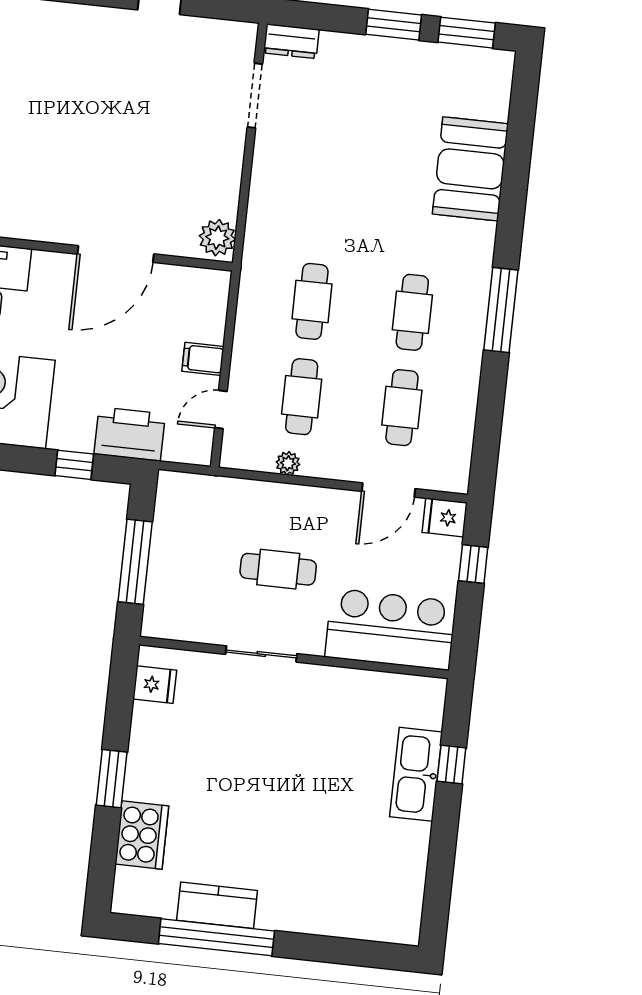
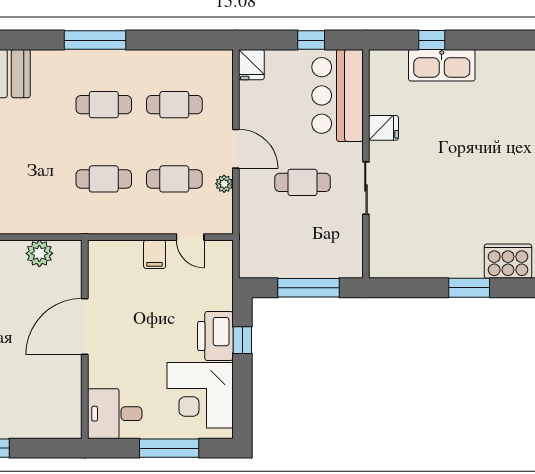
plant: (217, 238) -> (39, 253), moved
door: (116, 254) -> (85, 327), swing flipped
printer: (130, 434) -> (215, 336), moved
door: (388, 490) -> (236, 149), moved
window: (473, 564) -> (311, 40), moved
cafe table: (278, 569) -> (303, 182), turned 90
fridge: (155, 685) -> (384, 128), moved, turned 90

